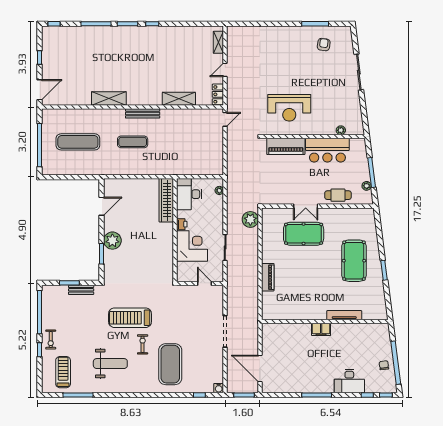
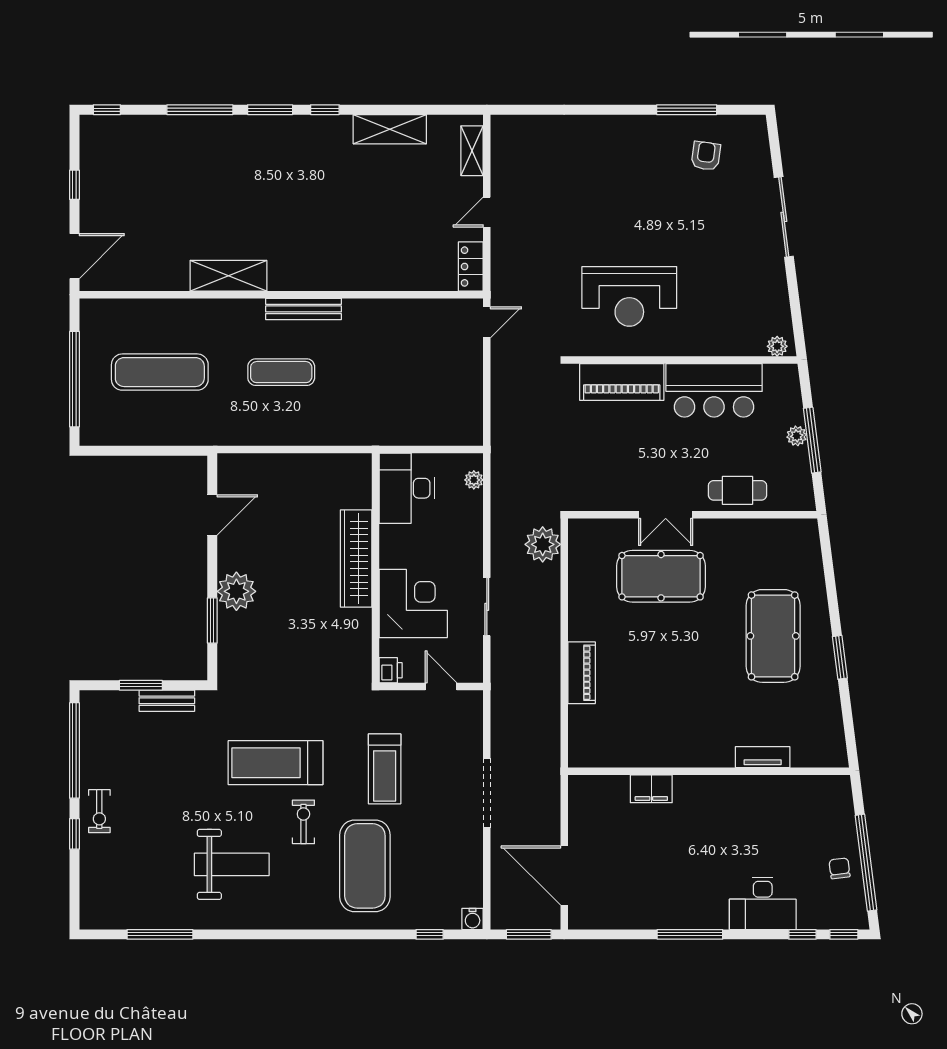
shelving: (179, 99) -> (390, 129), moved
plant: (341, 130) -> (777, 346), moved
plant: (367, 186) -> (797, 436), moved
wardrobe: (166, 200) -> (356, 559), moved
printer: (182, 224) -> (391, 670), moved
tv unit: (344, 315) -> (763, 757), width x0.71
filing cabinet: (321, 329) -> (651, 789), moved
treadmill: (63, 372) -> (385, 769), moved, turned 180

